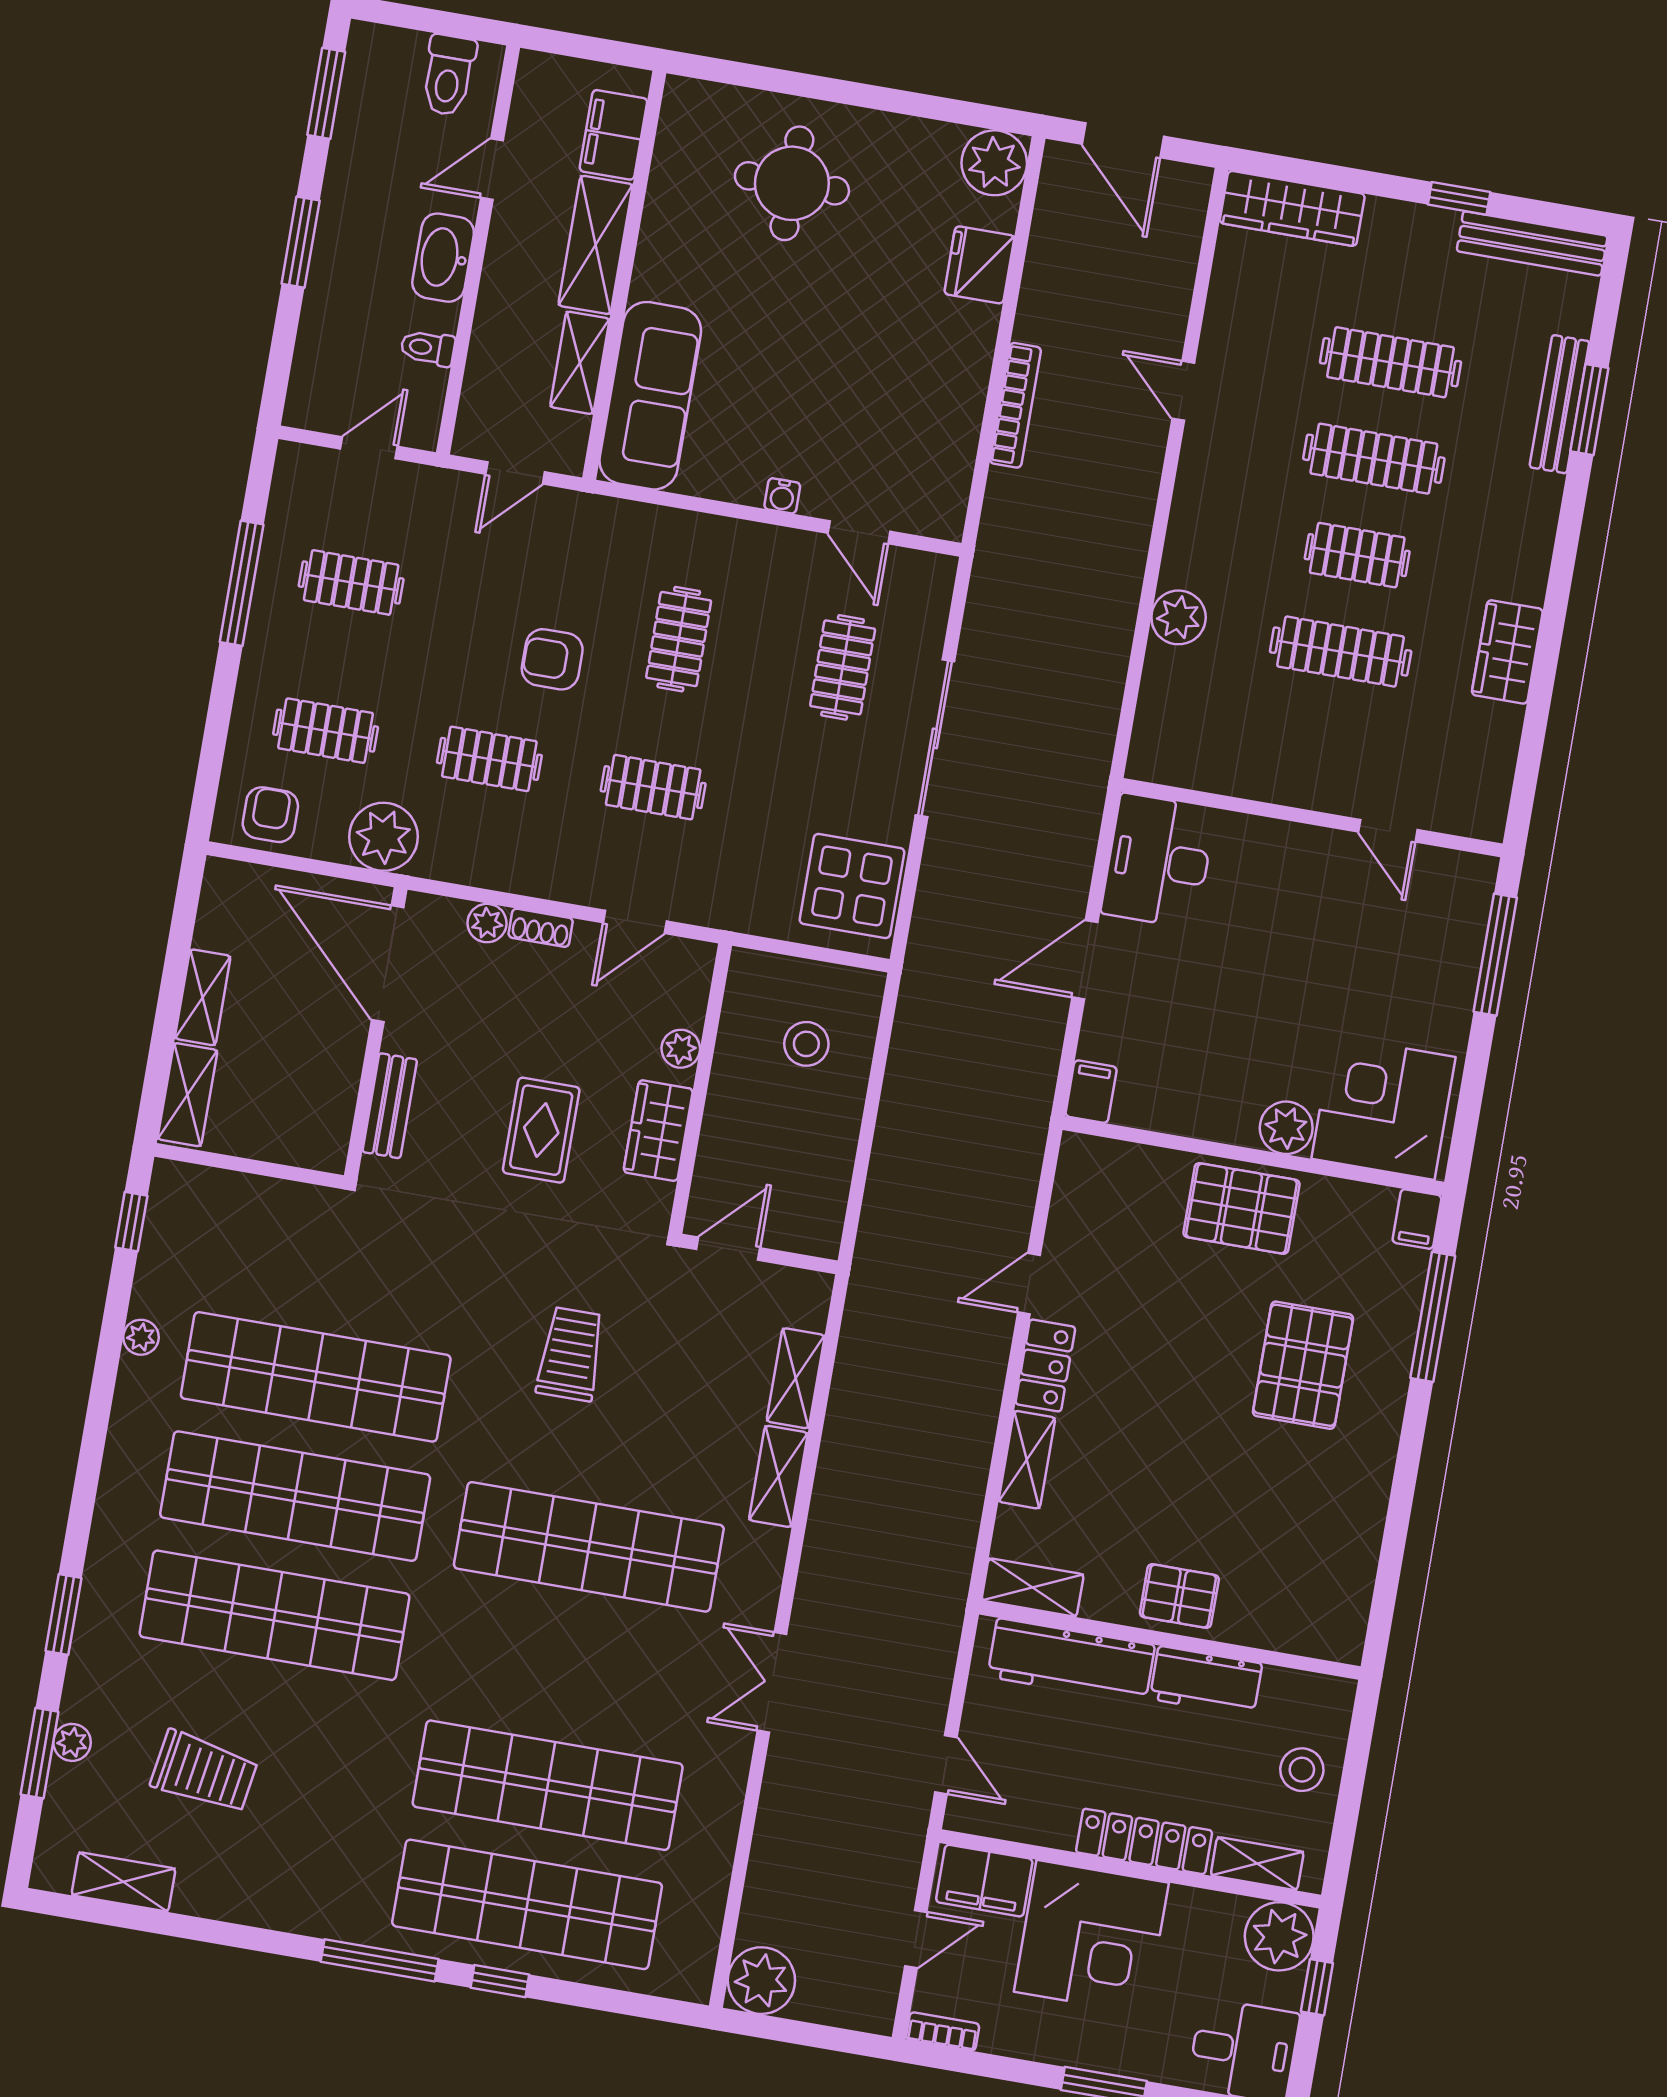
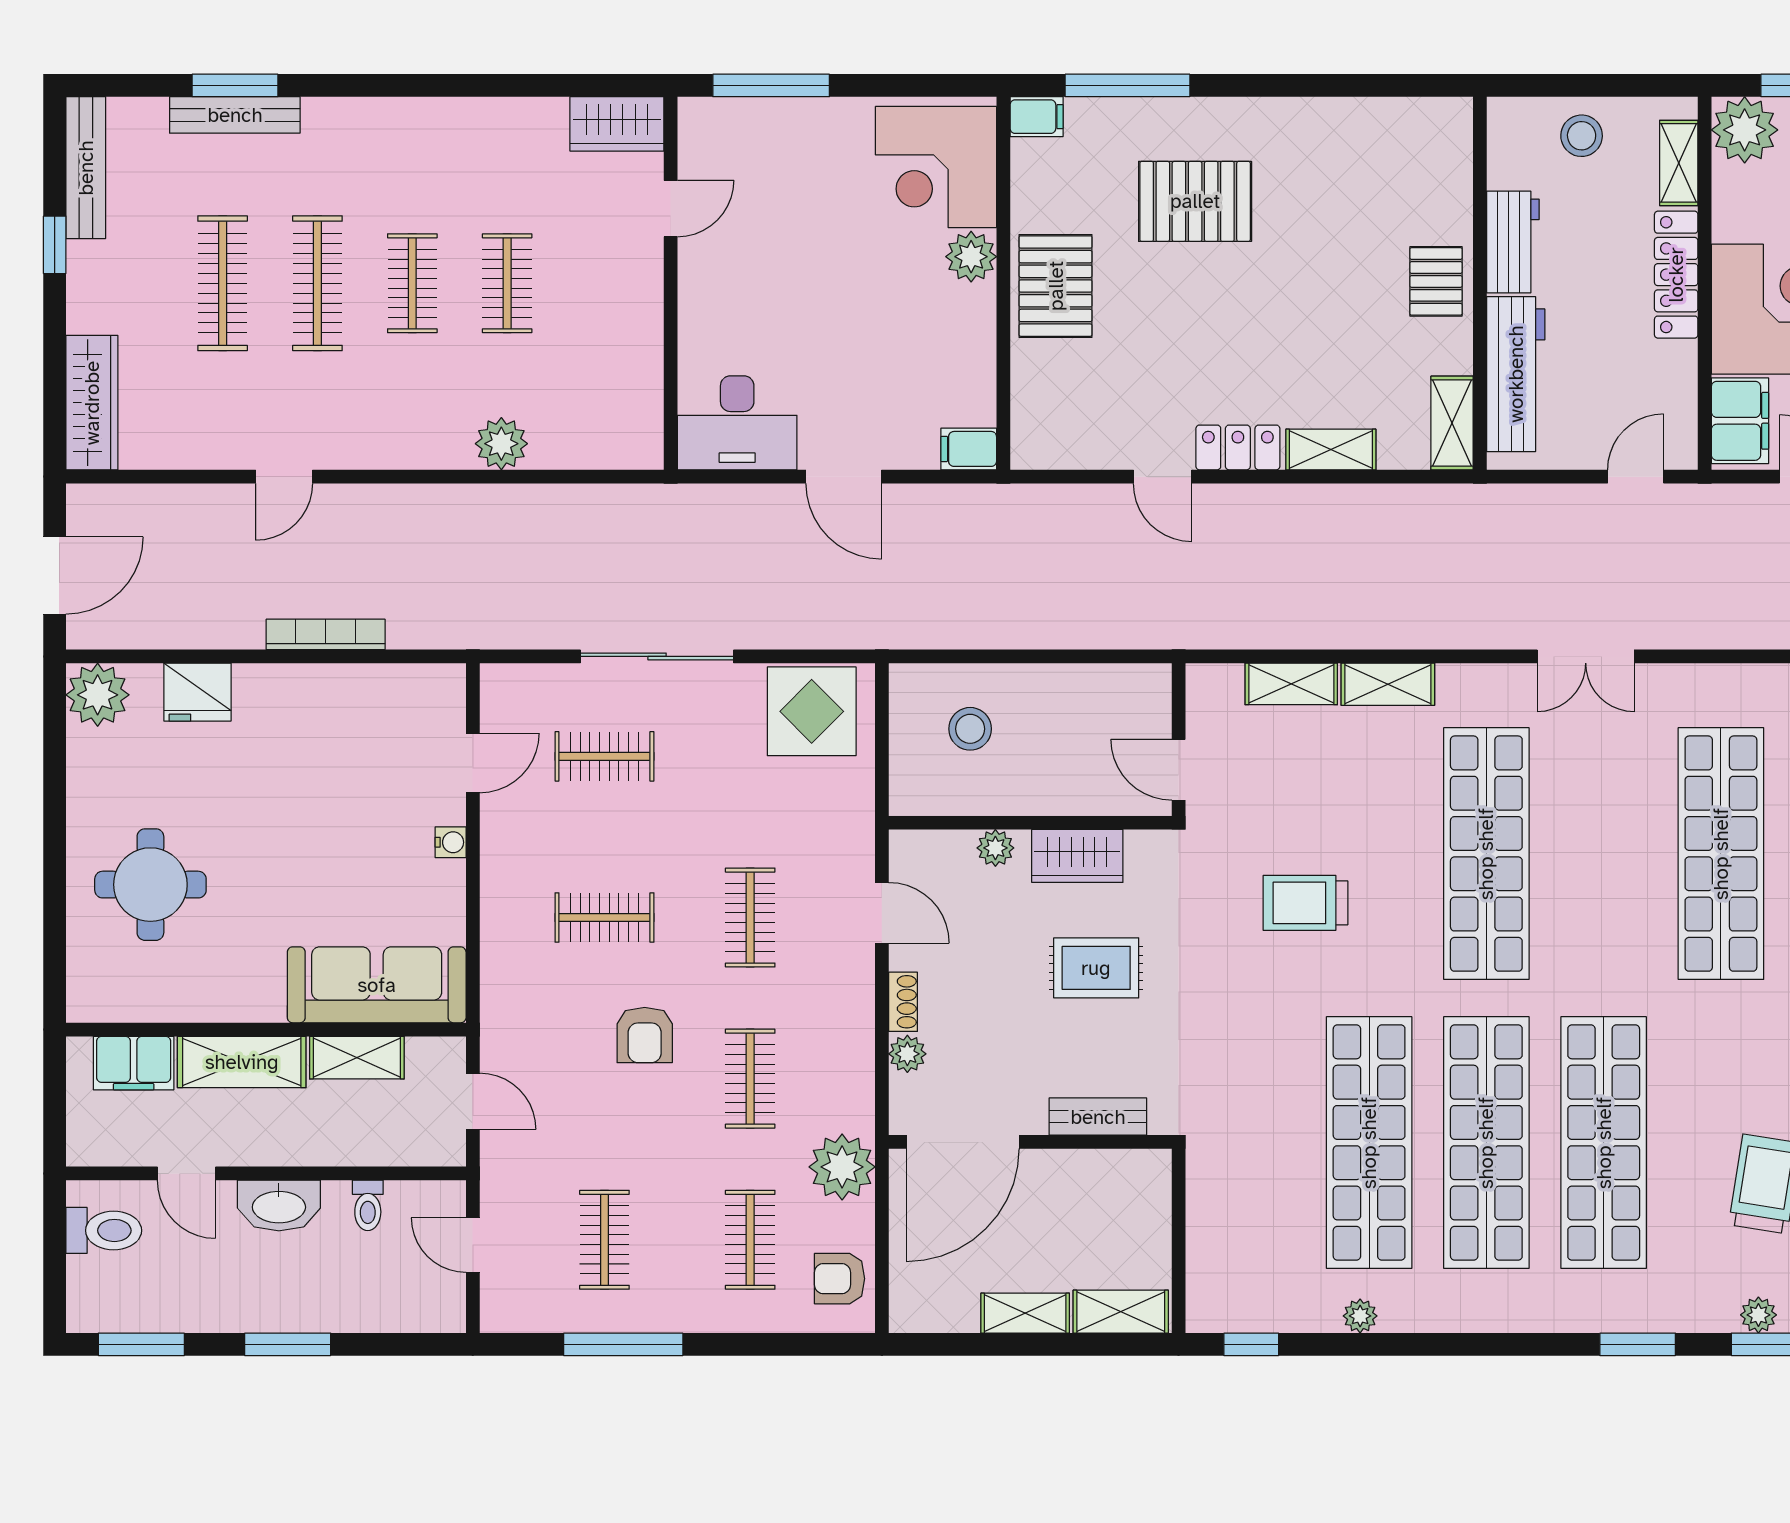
clothes rail: (1341, 651) -> (507, 283), width x0.73
wardrobe: (1507, 652) -> (617, 124), moved

